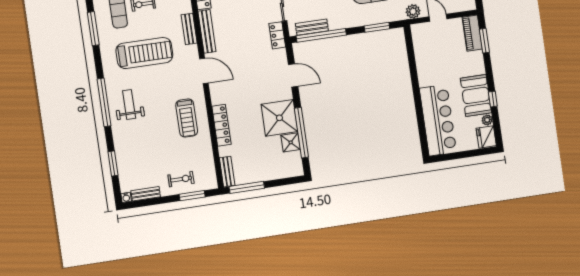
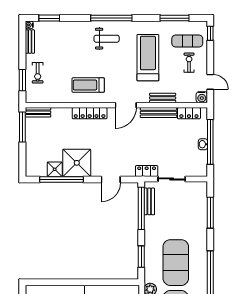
treadmill: (144, 53) -> (148, 58), turned 180
locker: (221, 125) -> (90, 113), moved
window: (113, 163) -> (49, 18), moved

